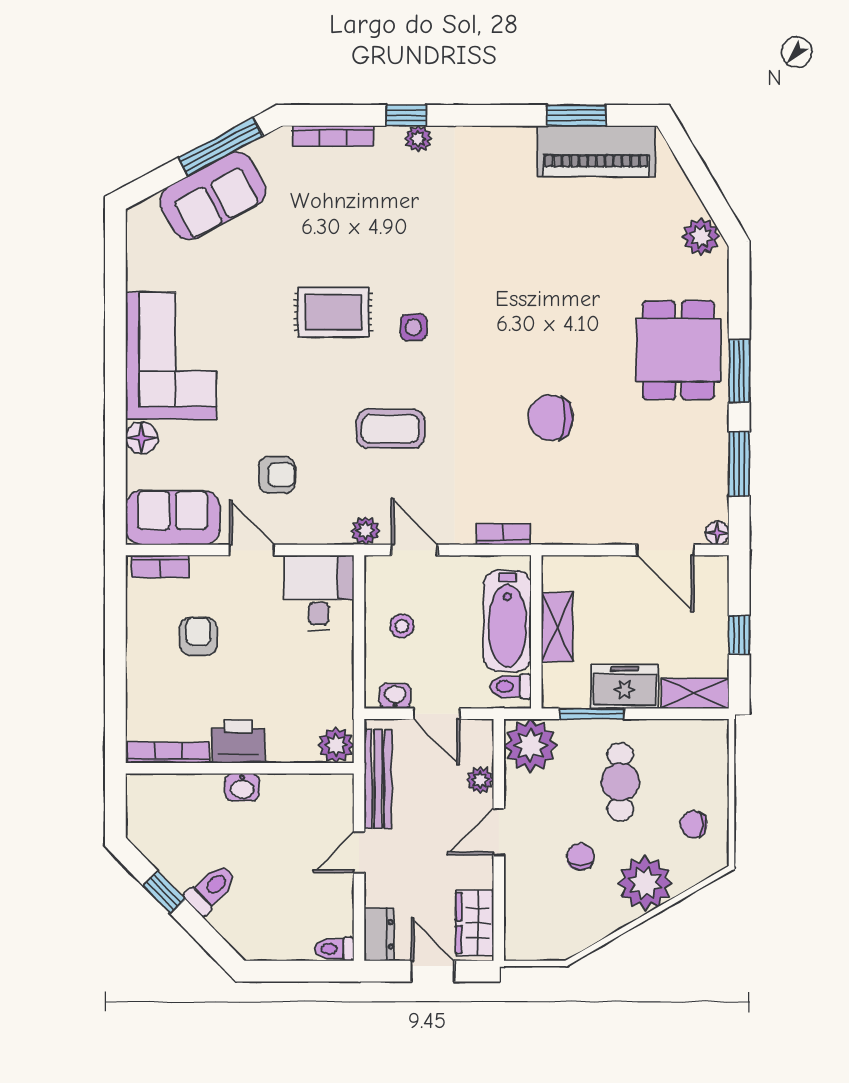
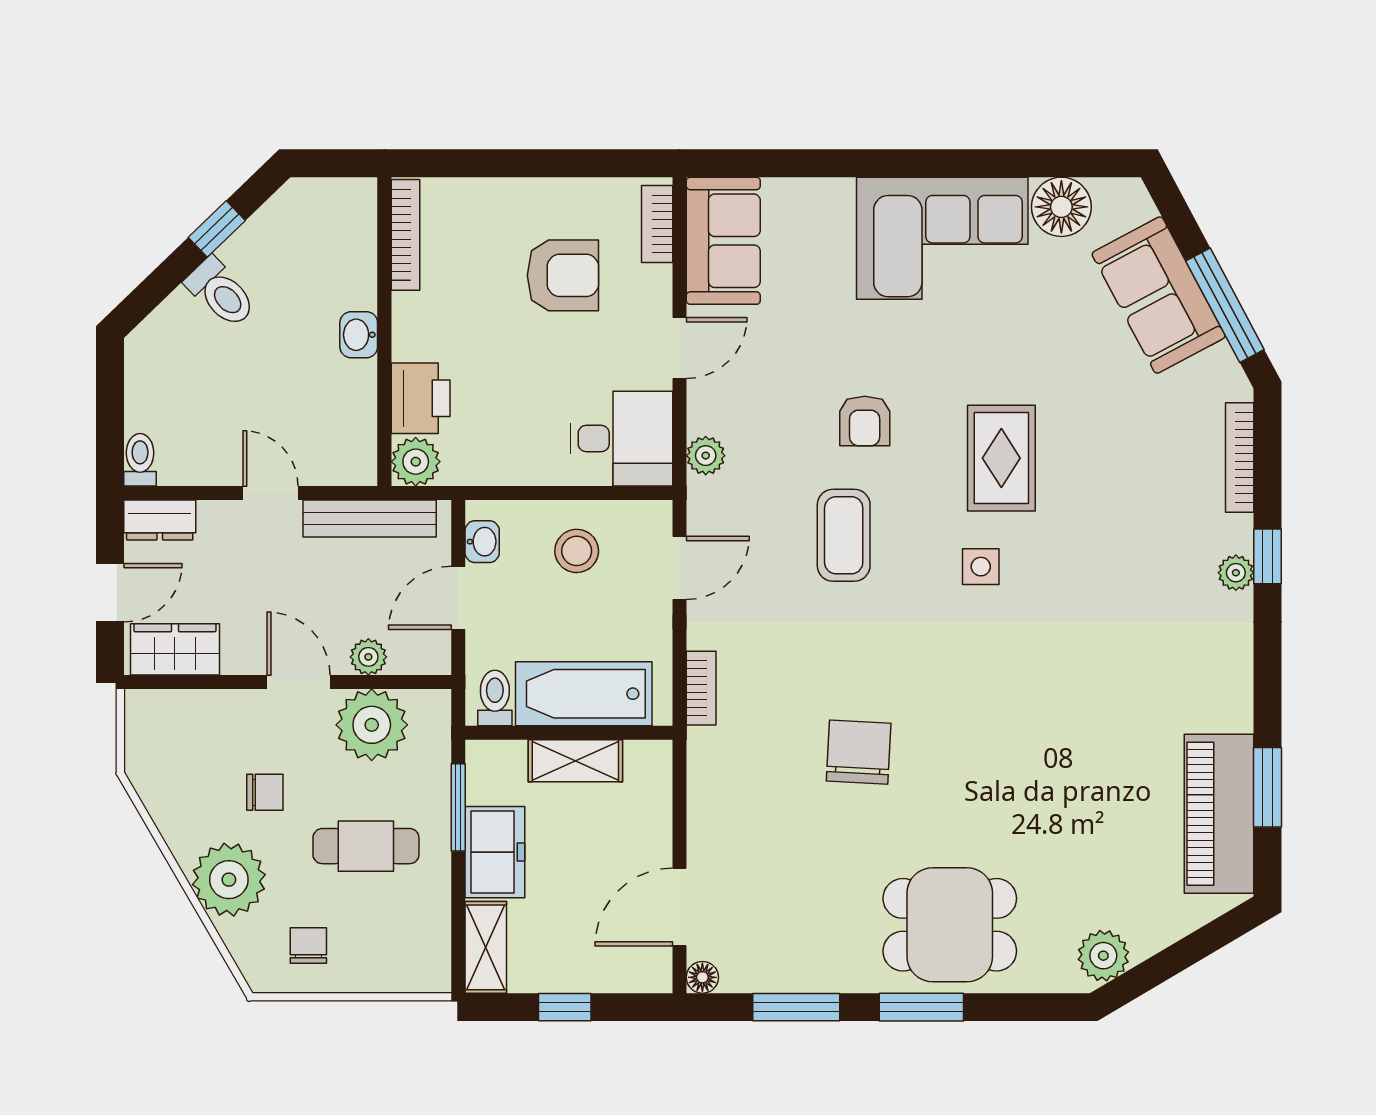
floor lamp: (142, 438) -> (1061, 207), moved, width x1.38, depth x1.38
armchair: (277, 475) -> (865, 421), moved
plant: (365, 531) -> (706, 456), moved
stool: (402, 626) -> (577, 551), width x1.37, depth x1.37
armchair: (198, 636) -> (563, 275), width x1.38, depth x1.38
printer: (238, 741) -> (421, 398), moved
plant: (531, 745) -> (372, 725), moved

